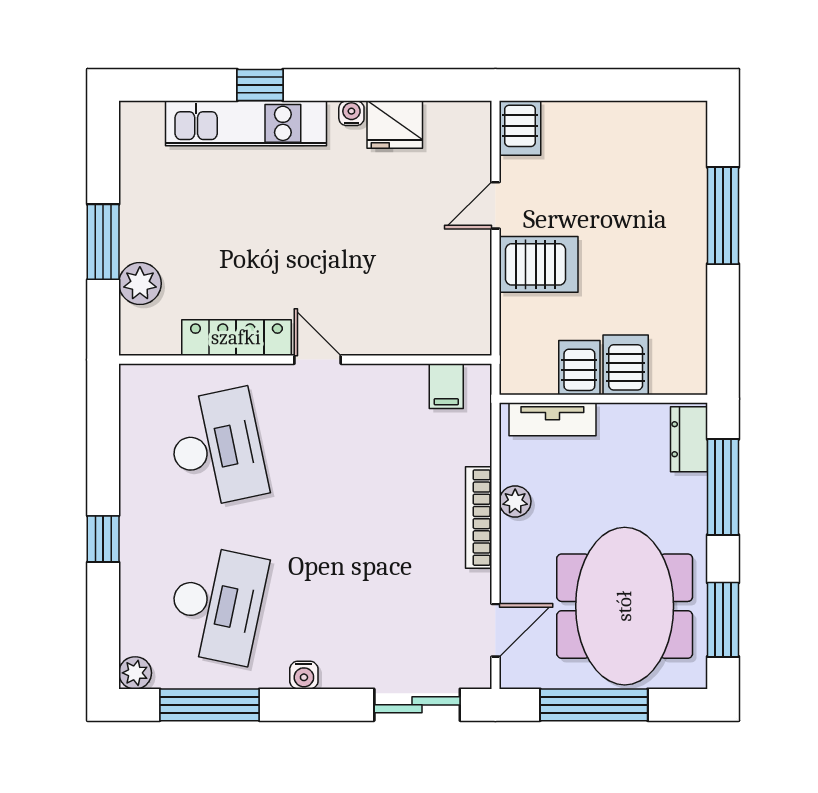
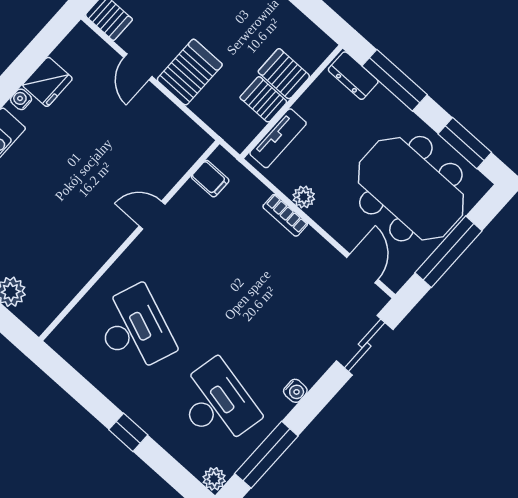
locker: (236, 338) -> (85, 267), removed
door: (318, 360) -> (152, 215), moved
desk: (217, 448) -> (134, 329), turned 33
bookcase: (479, 518) -> (285, 215), width x0.64

